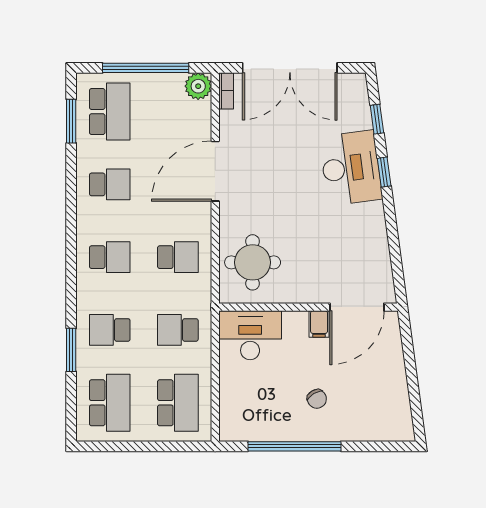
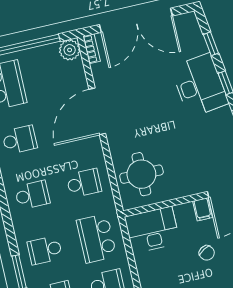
school desk: (178, 330) -> (97, 238), width x1.85
chair: (317, 399) -> (207, 253), moved

